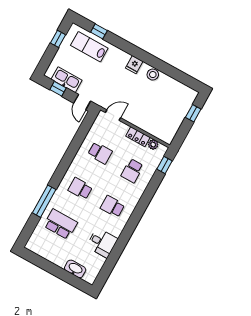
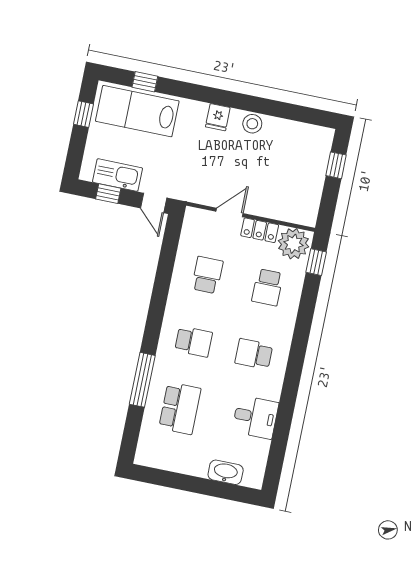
lab bench: (89, 47) -> (137, 111), width x1.36, depth x1.39
door: (113, 115) -> (229, 212), moved
plant: (153, 144) -> (293, 244), width x1.87, depth x1.87
school desk: (100, 153) -> (207, 275), turned -90
school desk: (80, 189) -> (194, 342), turned 180
school desk: (60, 224) -> (180, 408), turned 90

